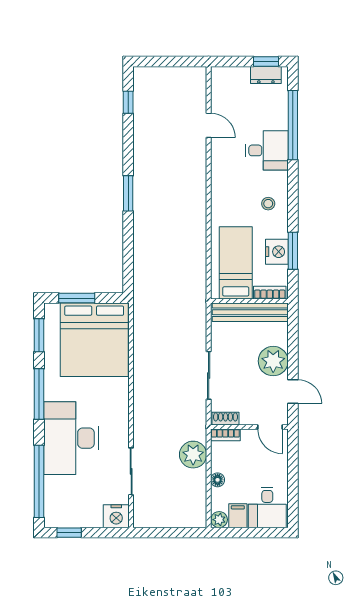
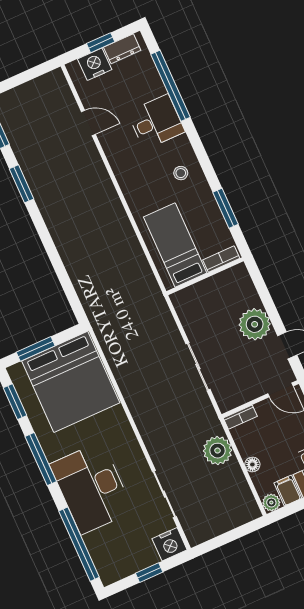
window: (266, 62) -> (101, 43), moved
window: (128, 193) -> (22, 184), moved
nightstand: (277, 252) -> (95, 64), moved, turned -90
bench: (250, 312) -> (211, 287), removed
shoe rack: (225, 419) -> (233, 401), removed
window: (69, 533) -> (149, 573), moved

